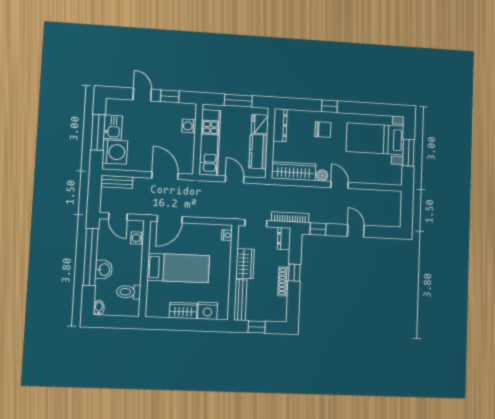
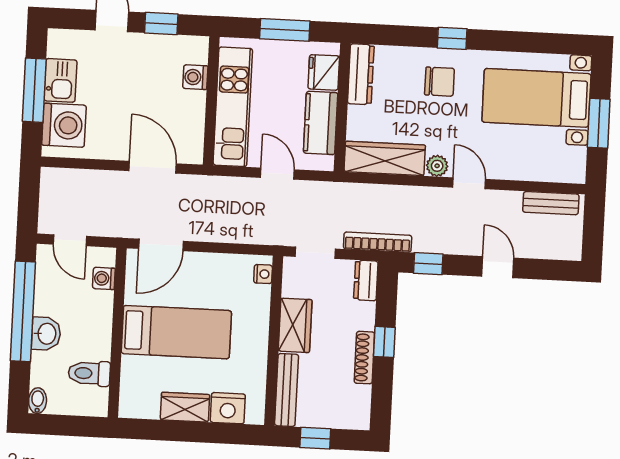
bench: (117, 182) -> (551, 203), moved

